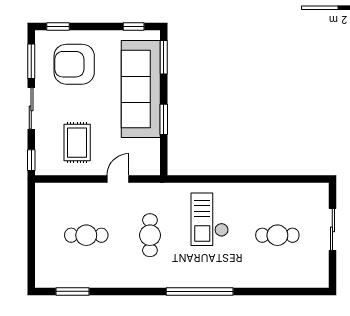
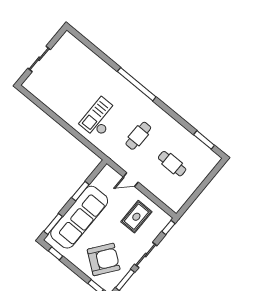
armchair: (74, 64) -> (104, 259), turned -53
checkout: (210, 219) -> (100, 118), turned 180
cafe table: (277, 235) -> (71, 80), removed

